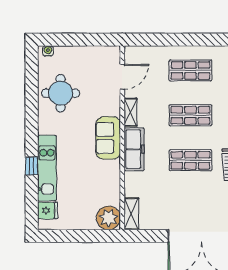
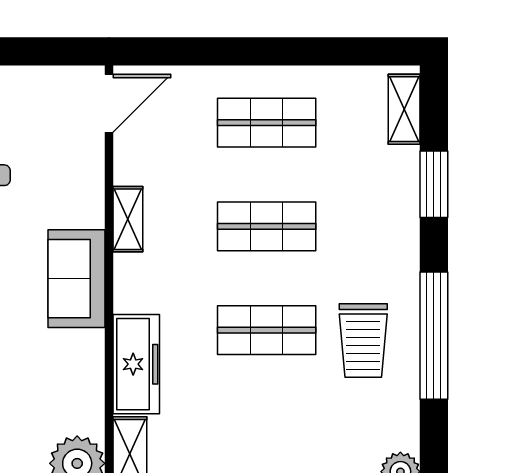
door: (122, 77) -> (109, 103), moved
freezer: (134, 149) -> (136, 364), moved

